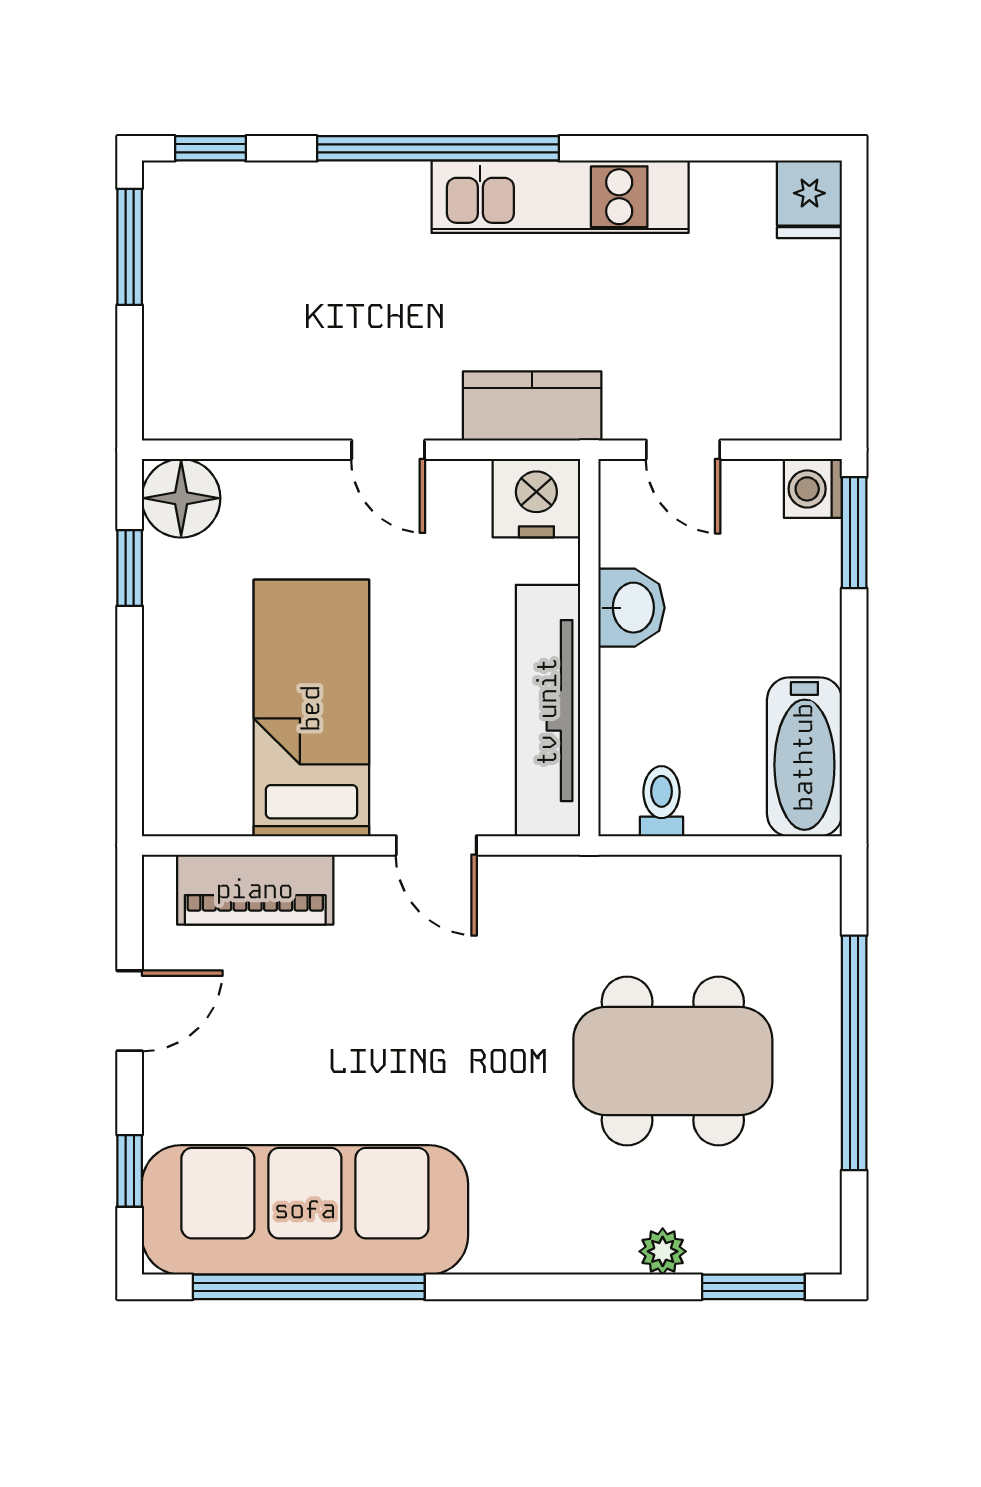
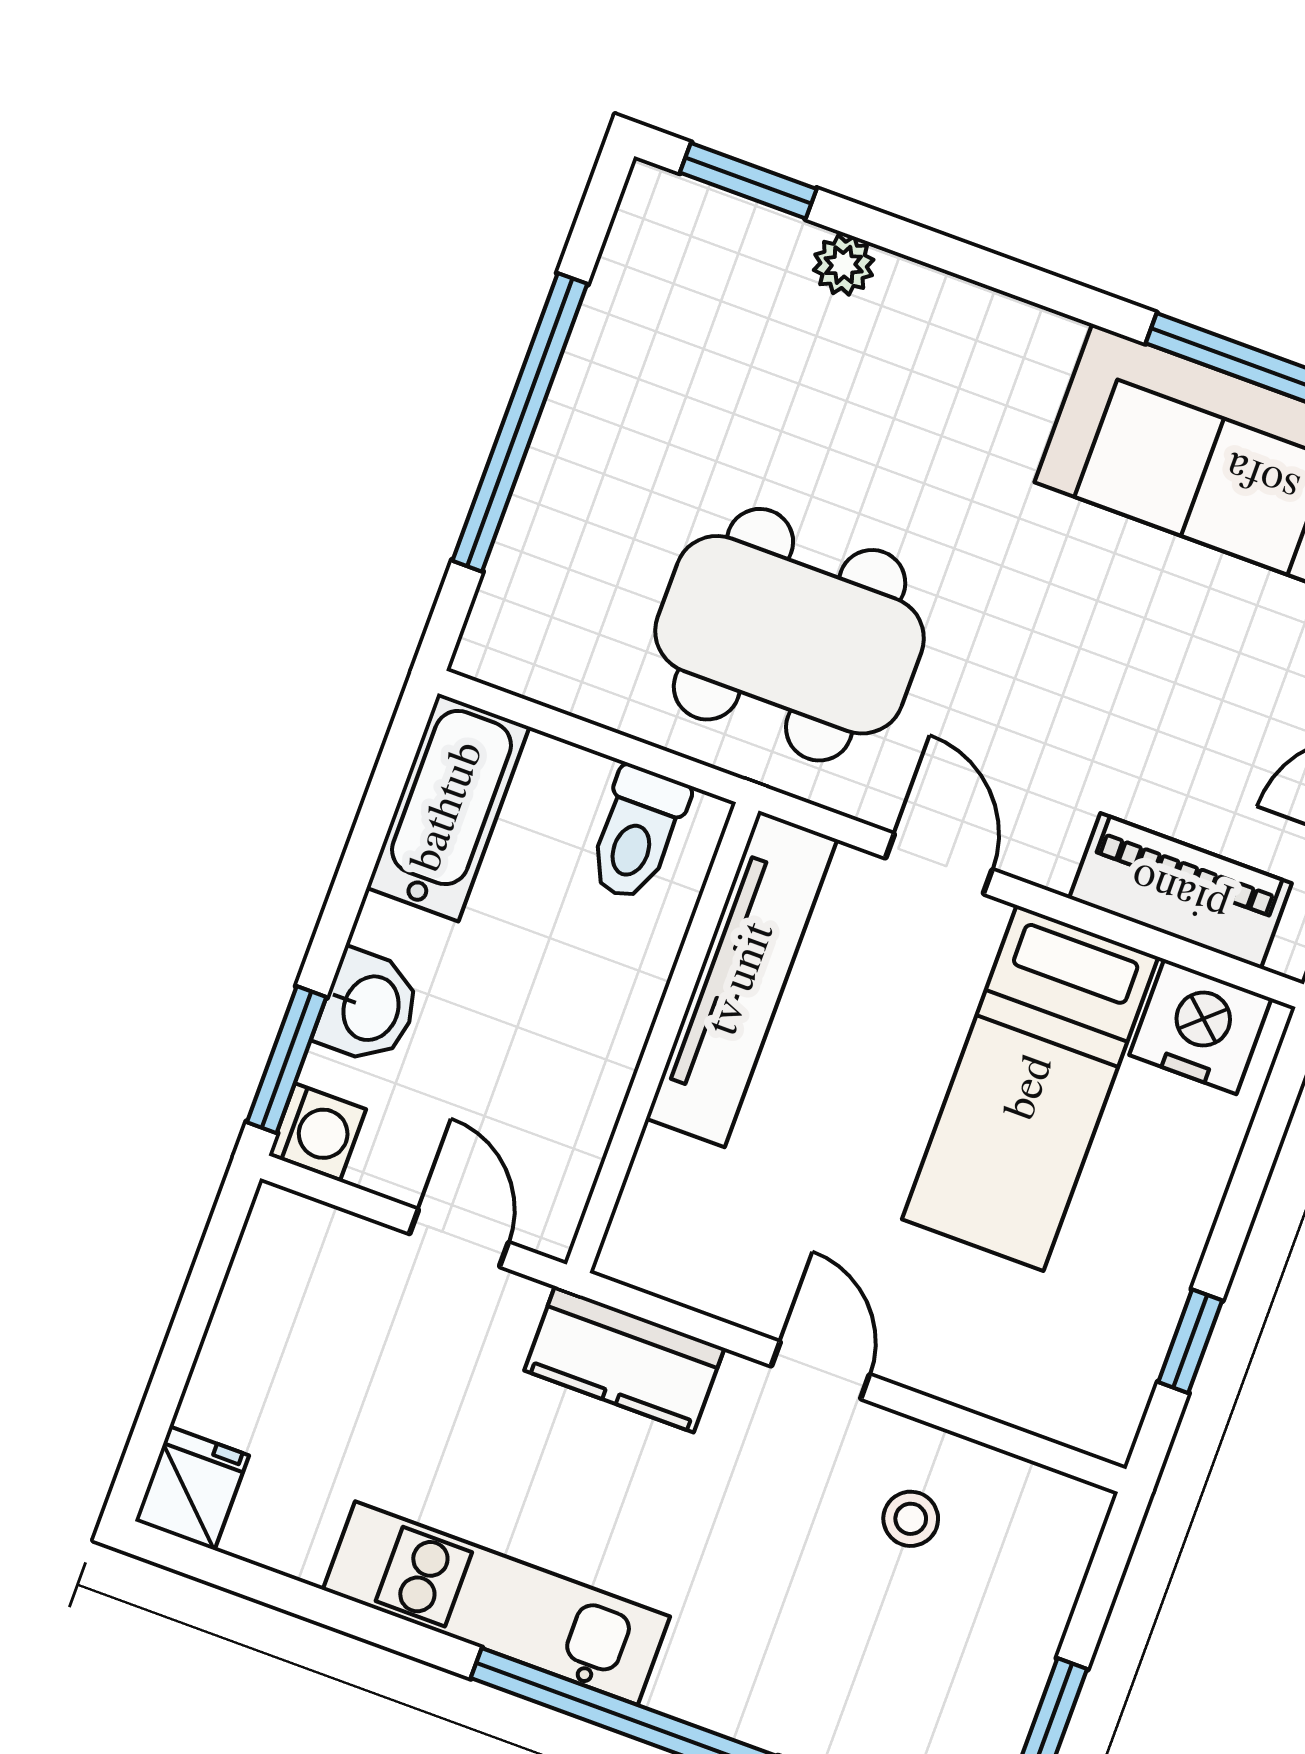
stool: (284, 367) -> (911, 1519), added
floor lamp: (181, 498) -> (1096, 1404), removed
nightstand: (536, 498) -> (1200, 1027), moved, turned 180
washbasin: (631, 608) -> (369, 1007), moved, turned 180
toilet: (662, 801) -> (637, 834), width x1.37, depth x1.39
dining table: (673, 1061) -> (790, 635), moved

